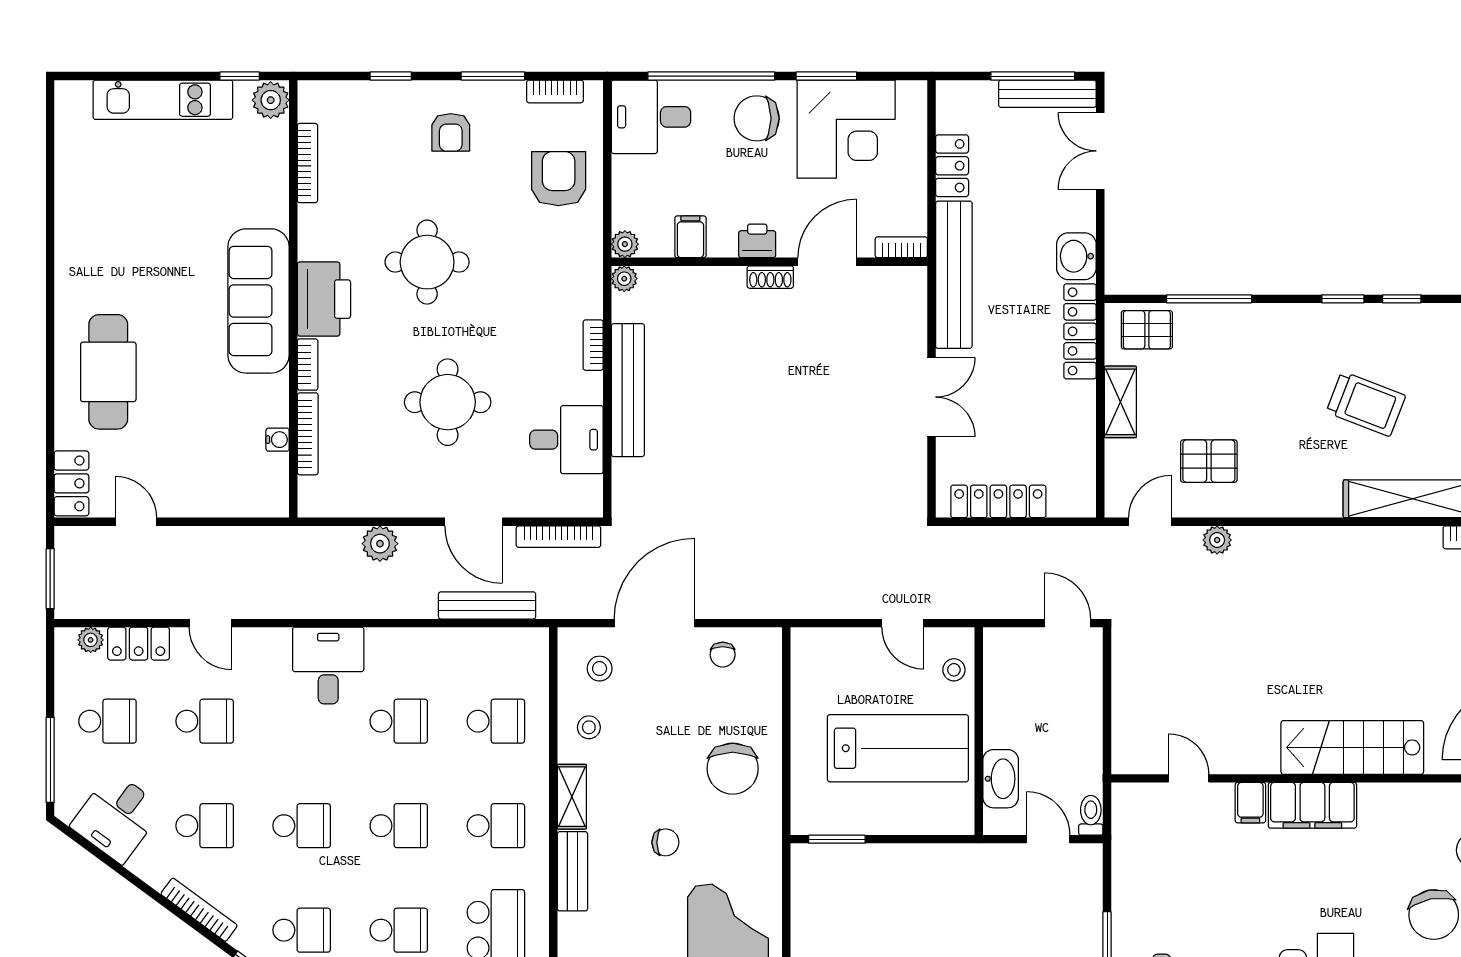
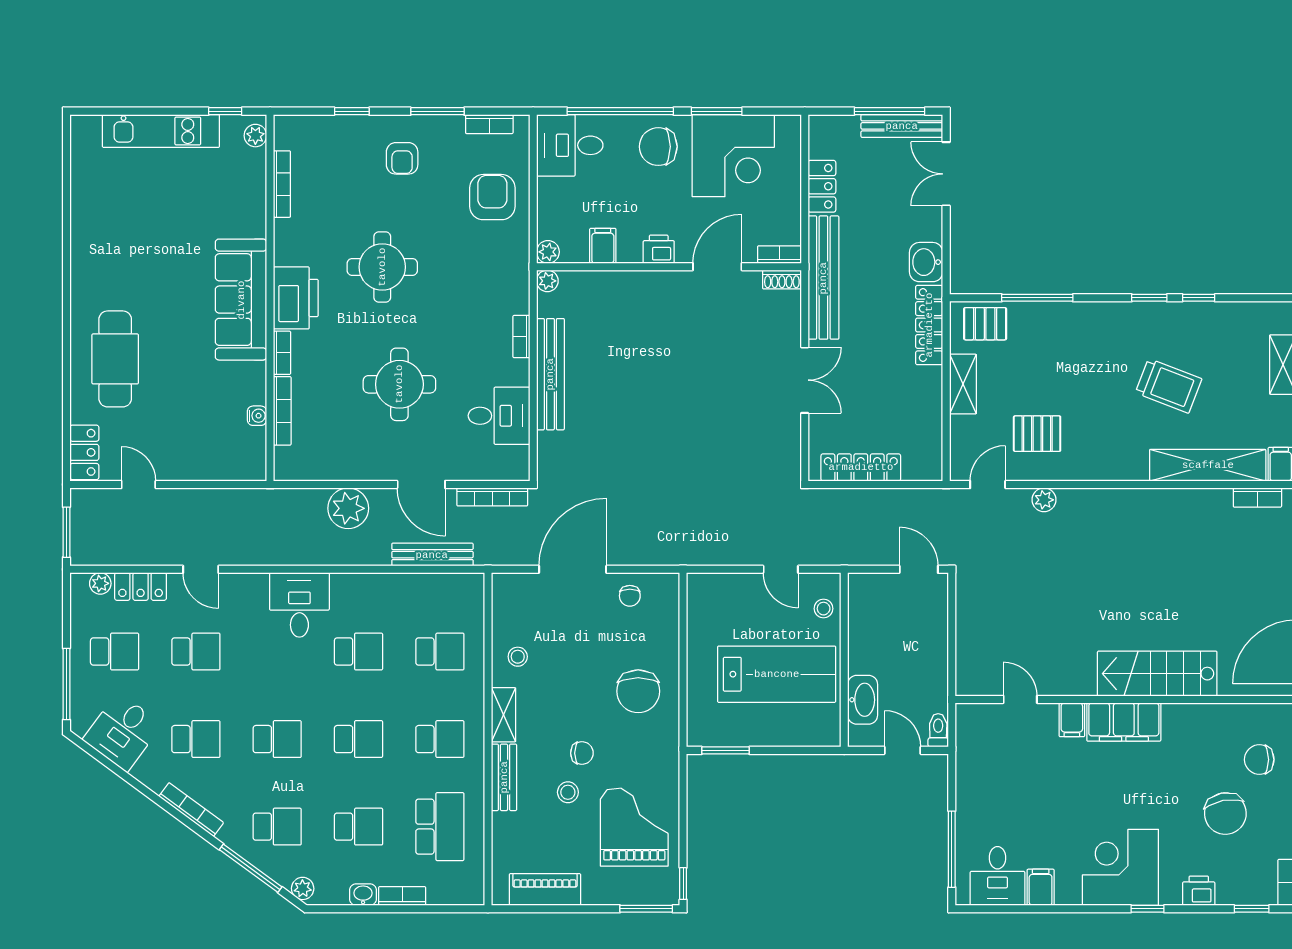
plant: (271, 100) -> (255, 136), width x0.73, depth x0.73
shoe rack: (770, 277) -> (782, 280), moved
plant: (380, 544) -> (348, 508), width x1.36, depth x1.36
stool: (600, 669) -> (568, 792), moved

